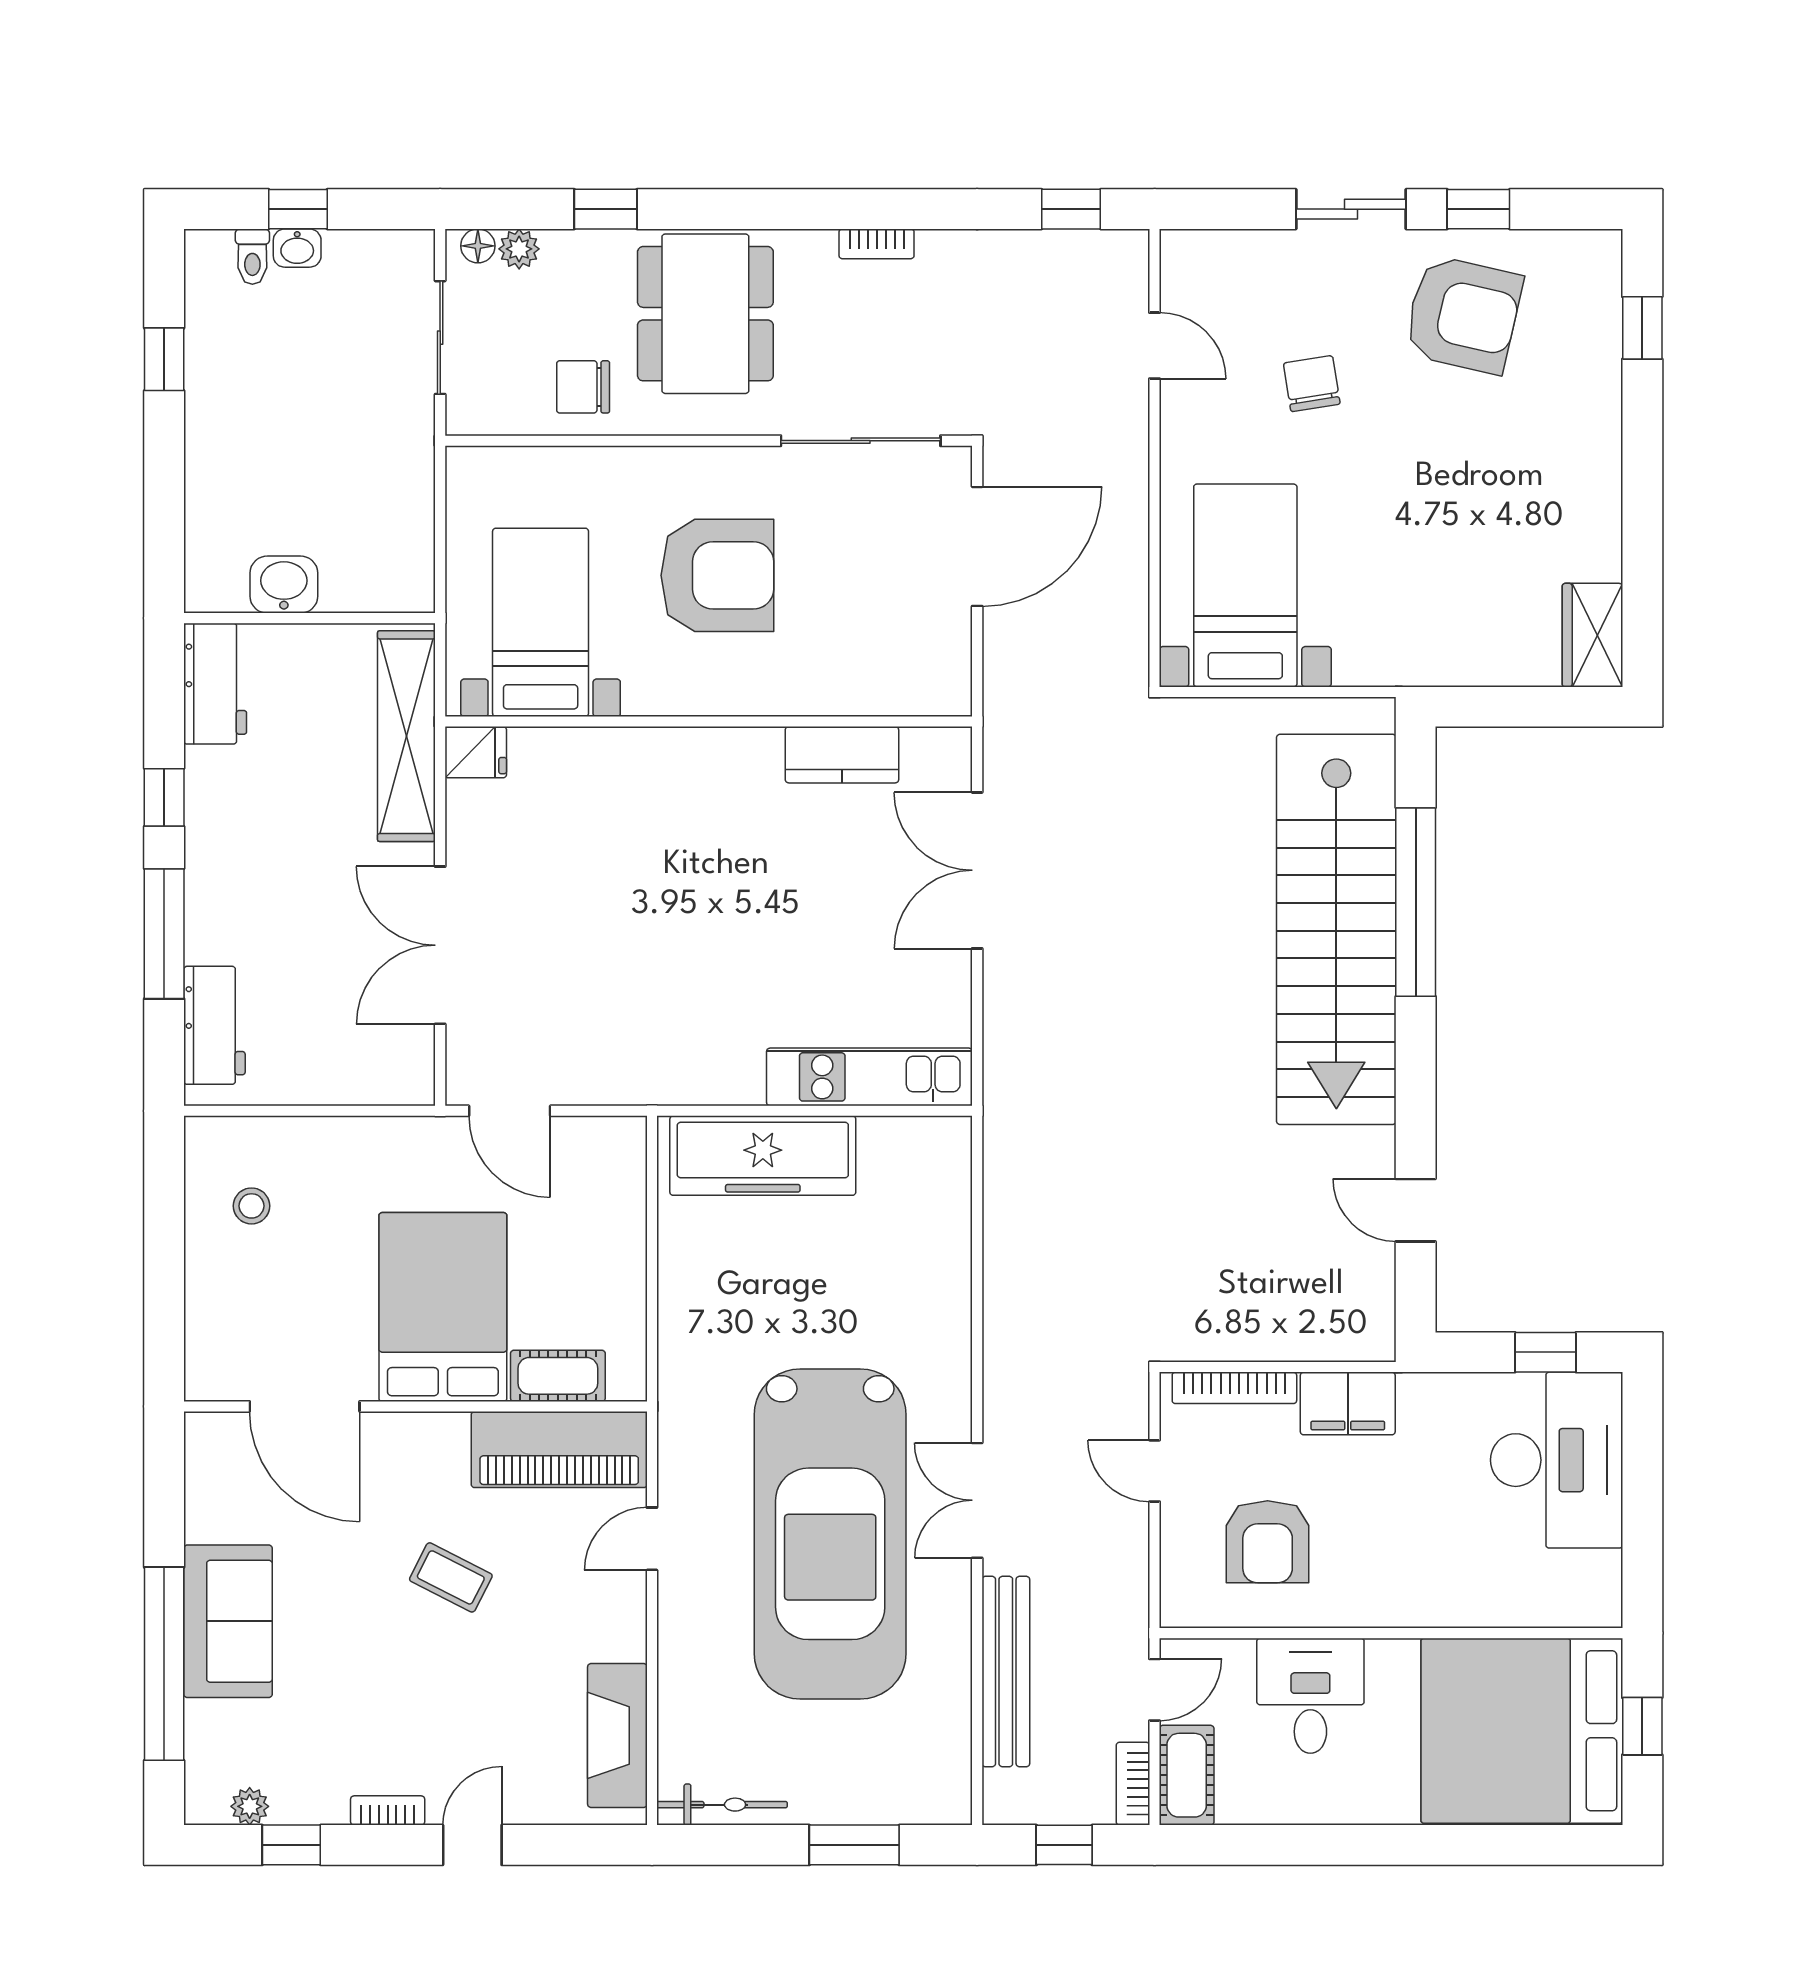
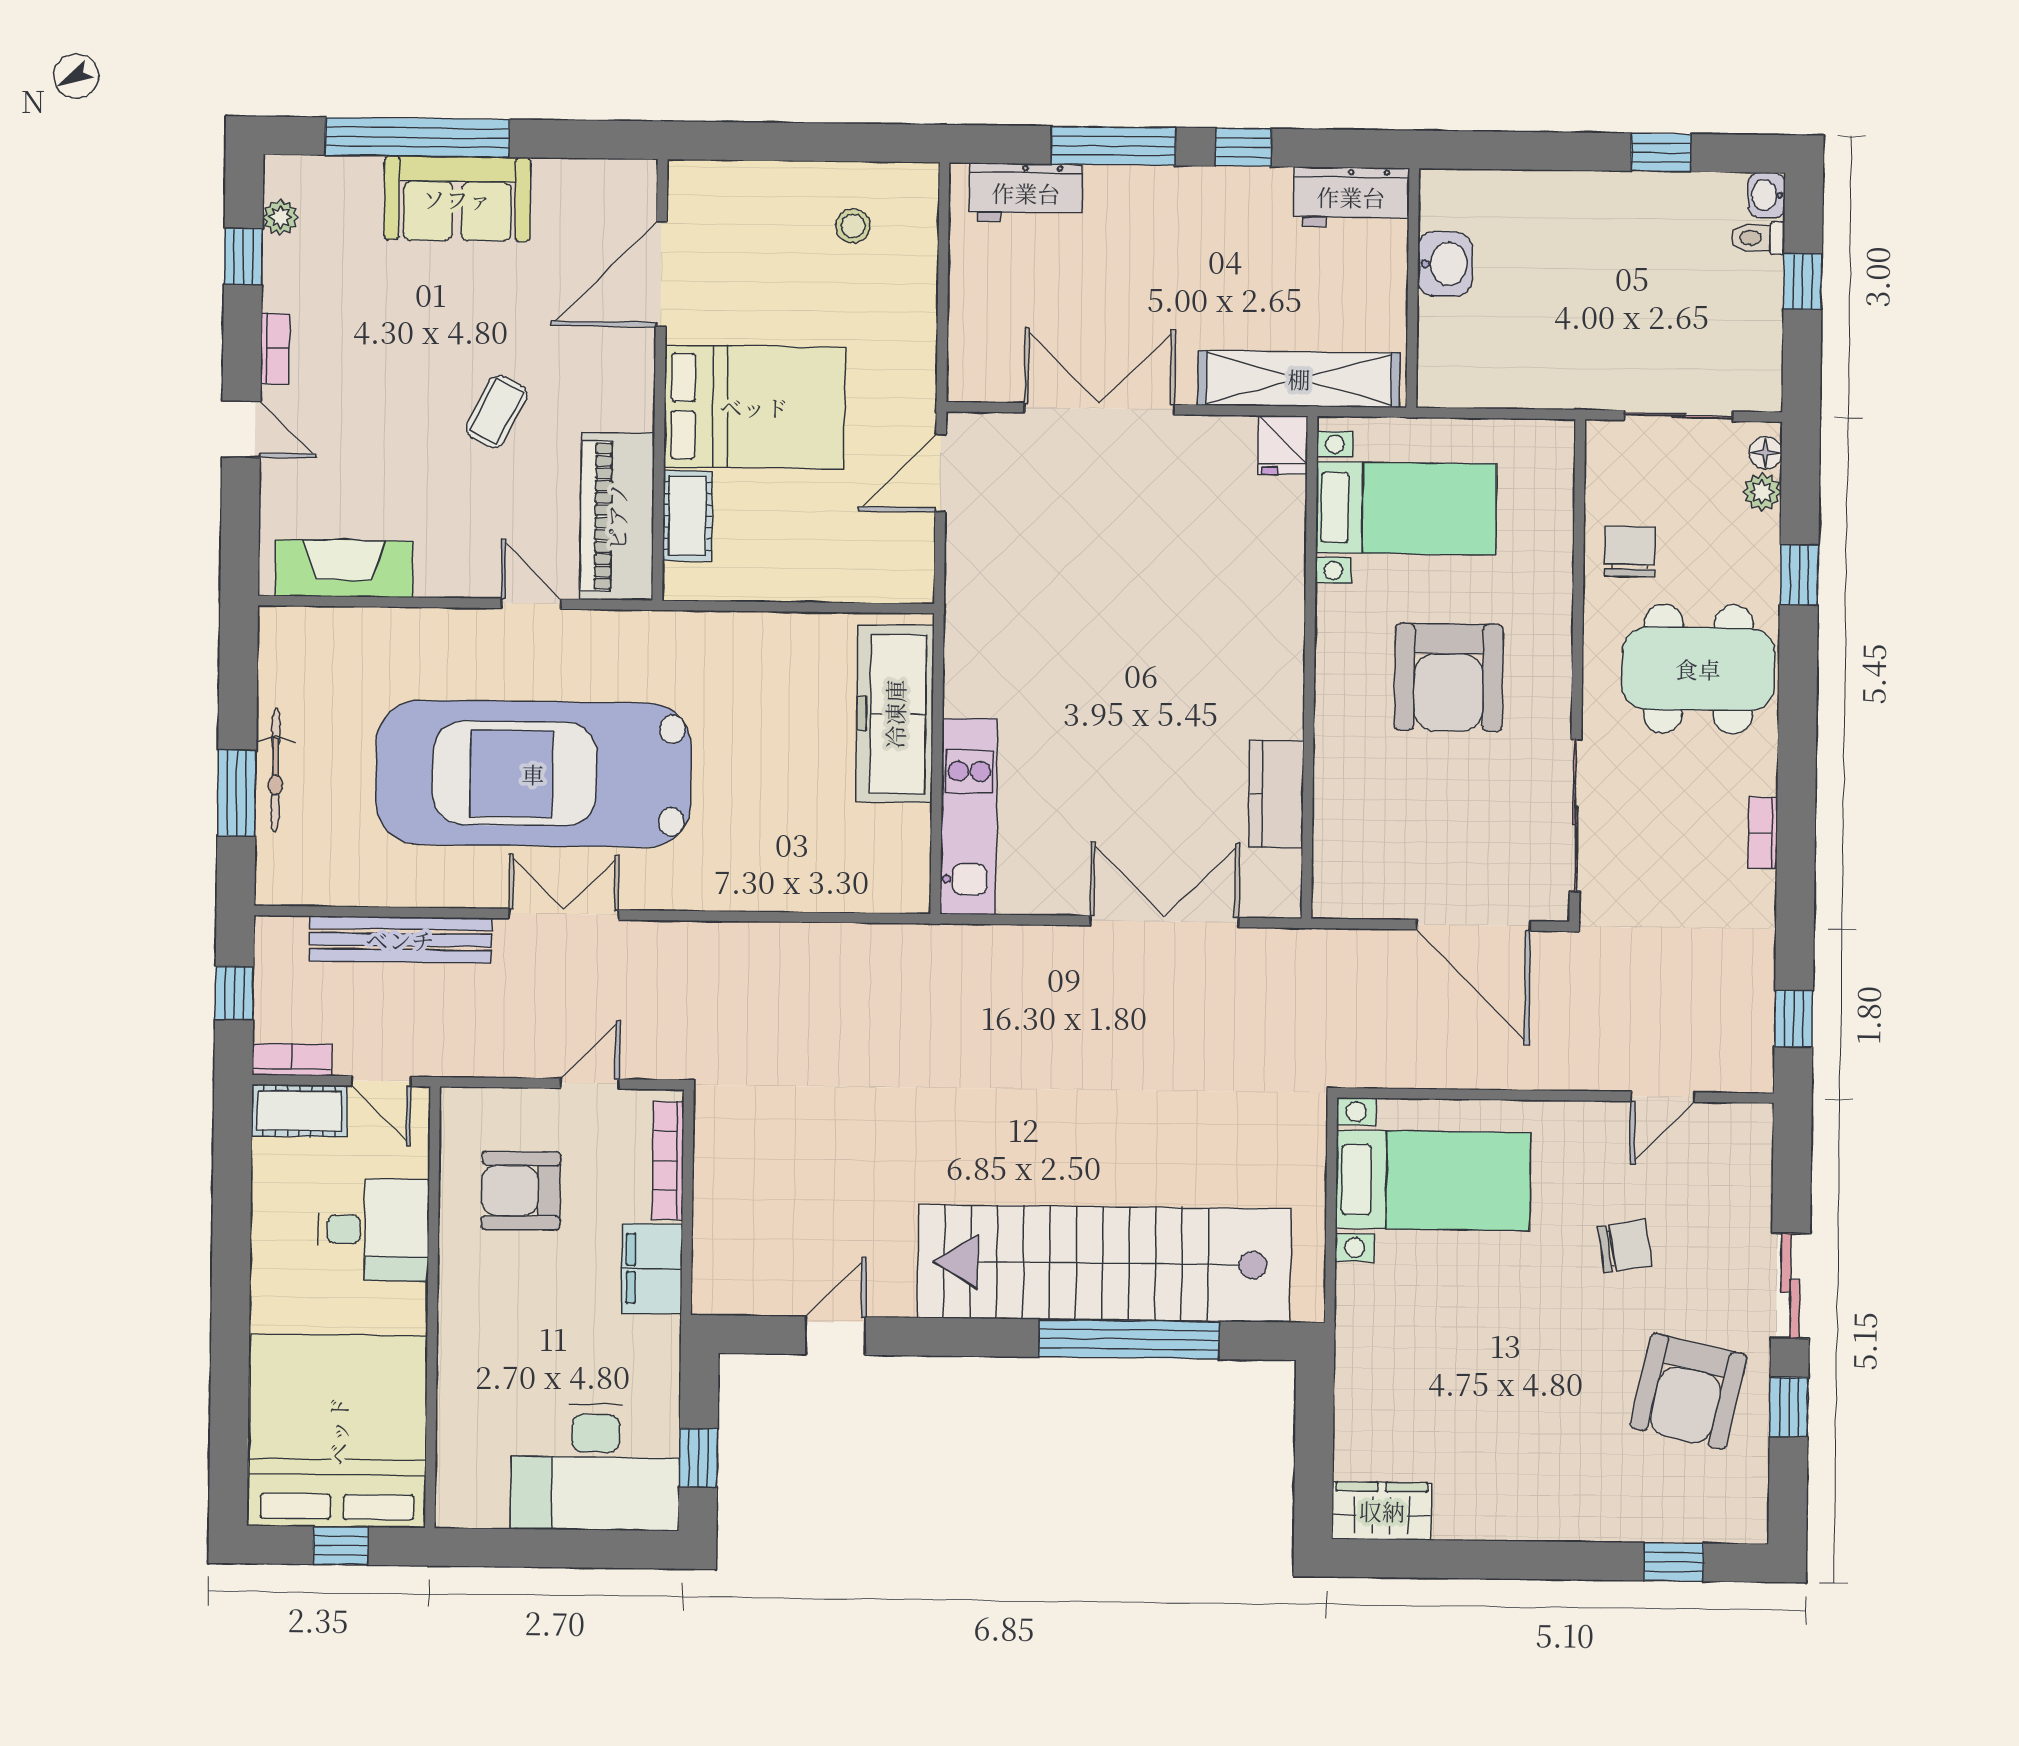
washbasin: (297, 248) -> (1767, 195), moved
bicycle: (722, 1805) -> (275, 770), moved

